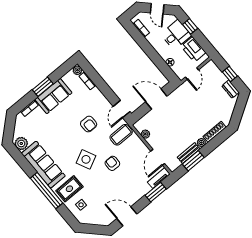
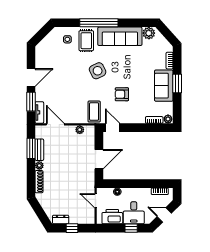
armchair: (112, 163) -> (79, 88), removed
door: (127, 216) -> (31, 78), moved

